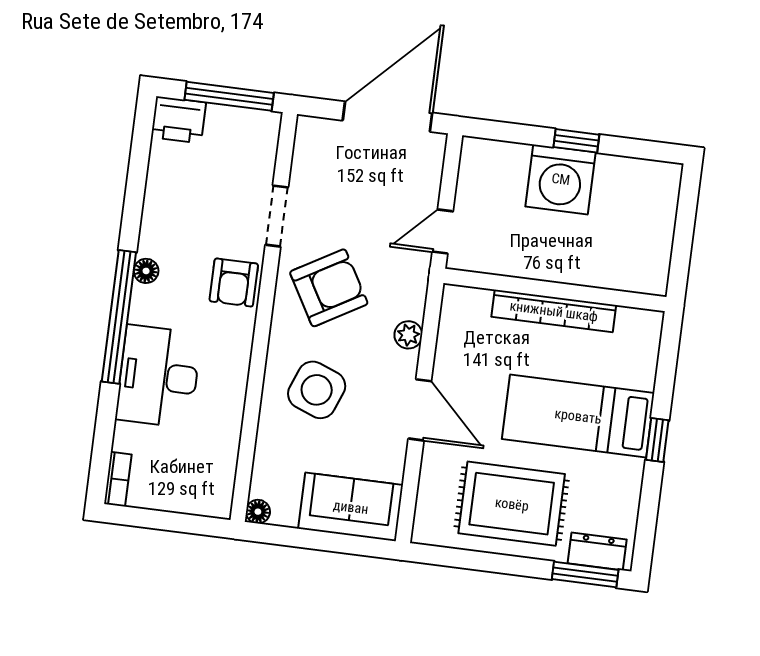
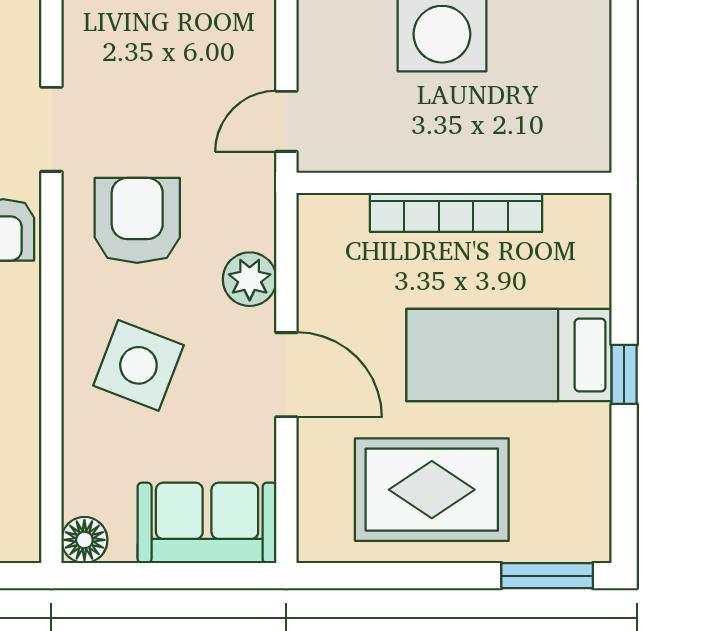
armchair: (329, 288) -> (137, 220), turned -60
plant: (408, 335) -> (250, 279), width x1.38, depth x1.38
floor lamp: (258, 512) -> (84, 540), width x1.37, depth x1.37
dresser: (597, 551) -> (560, 541), removed

